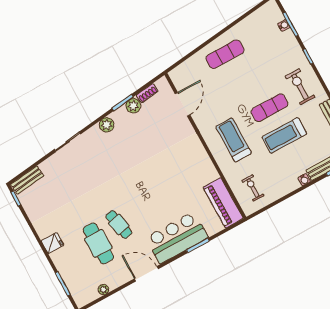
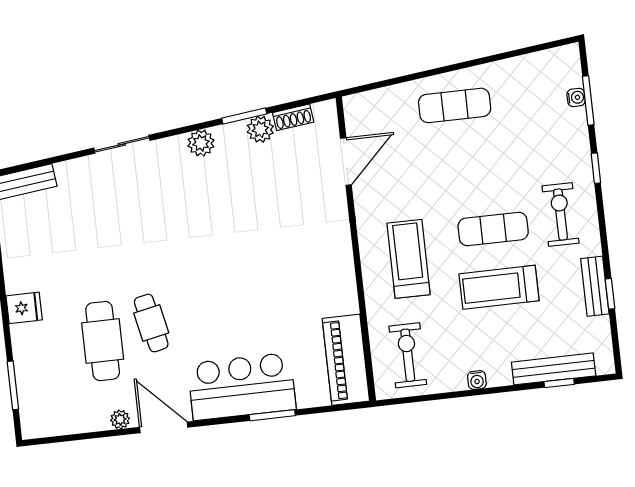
water cooler: (304, 180) -> (477, 380), moved
exercise bike: (253, 188) -> (408, 355), width x1.38, depth x1.39
plant: (103, 290) -> (120, 419), moved

